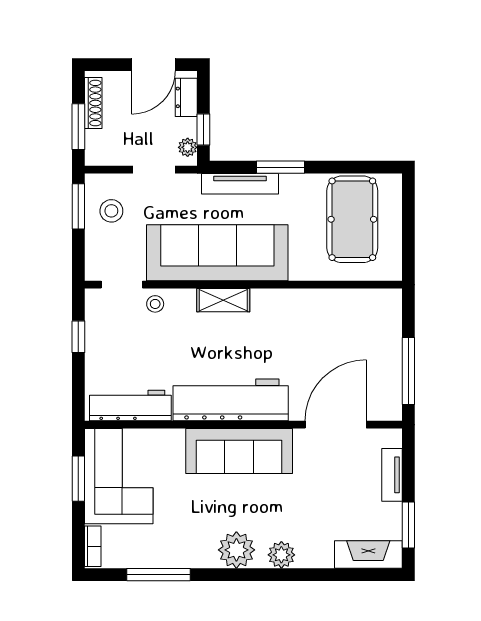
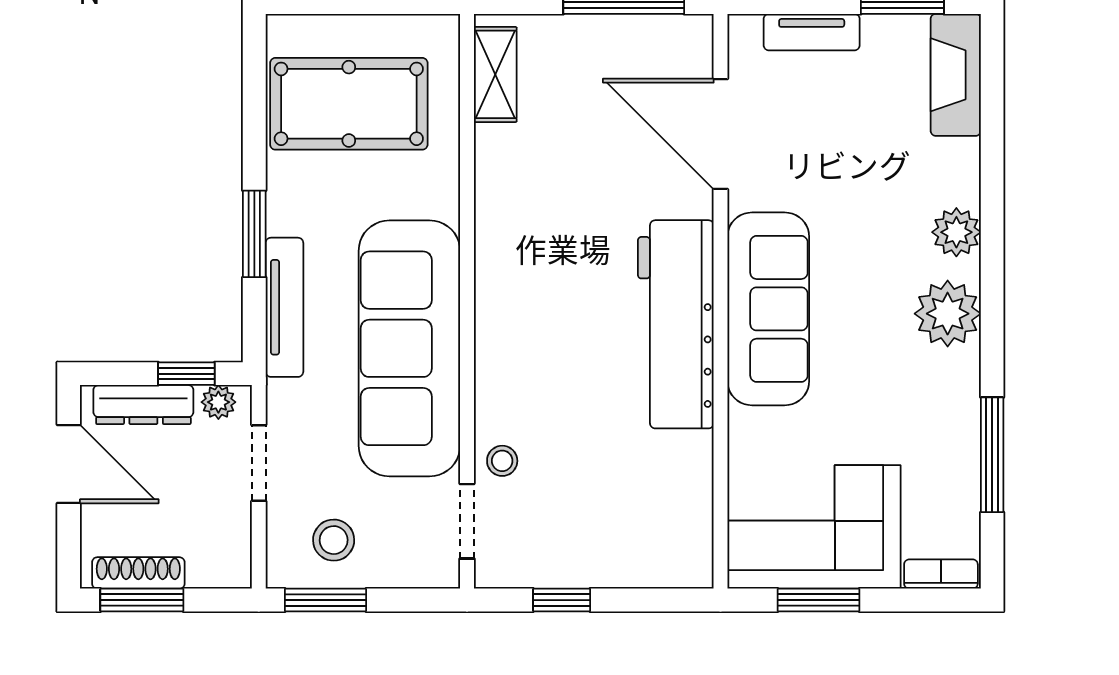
dresser: (186, 97) -> (143, 405), width x1.44
window: (78, 127) -> (142, 600), moved
shelving: (223, 300) -> (495, 74), moved
workbench: (130, 405) -> (686, 506), removed

